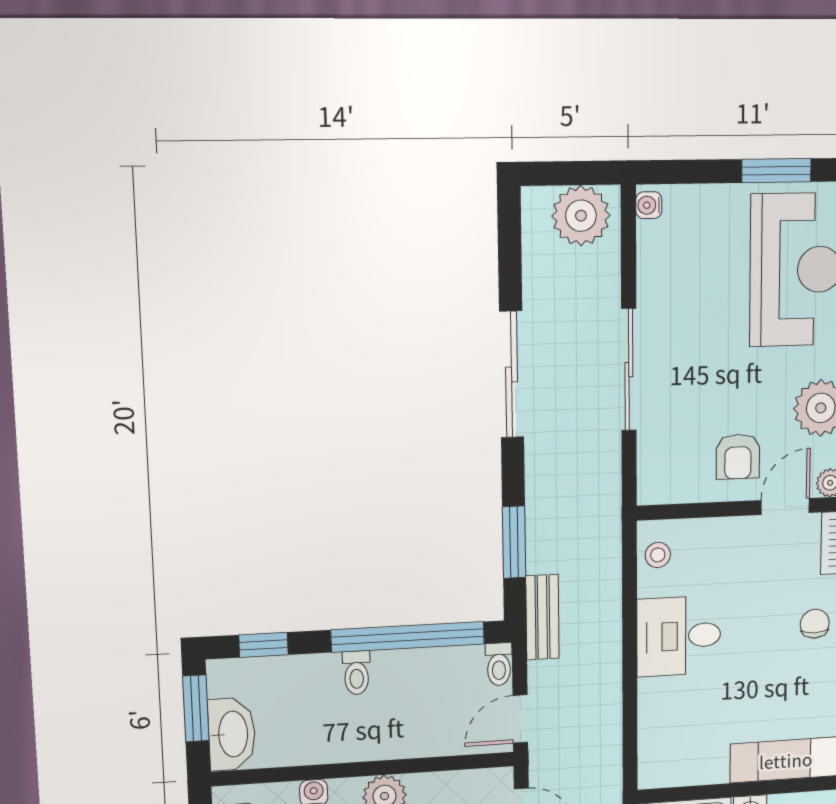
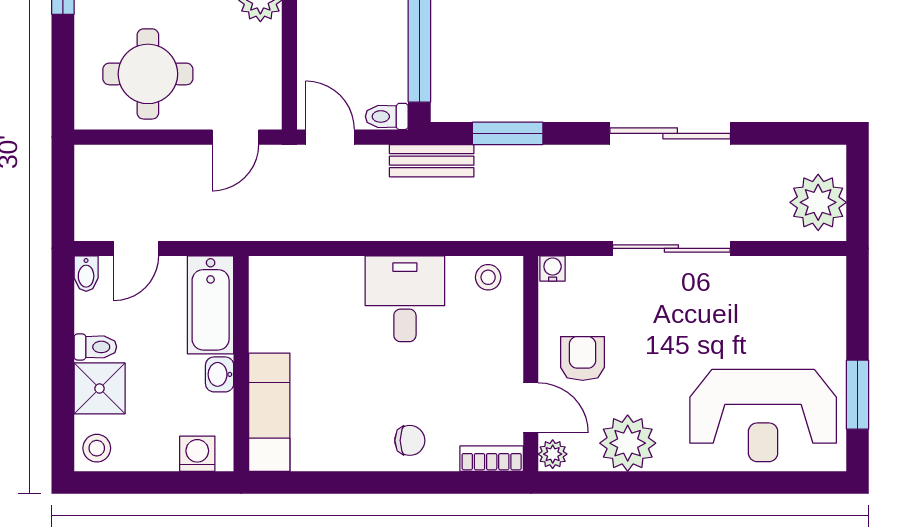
water cooler: (649, 205) -> (553, 269), moved
armchair: (738, 457) -> (583, 359), turned 90

